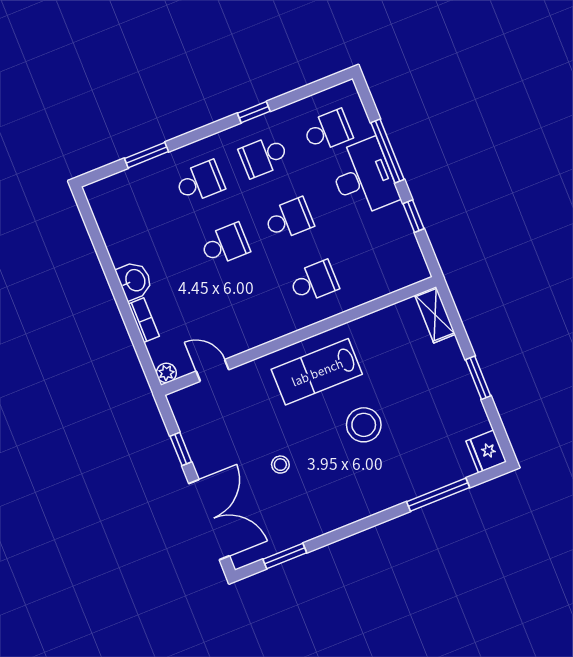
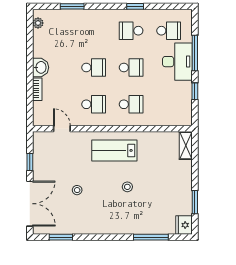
school desk: (200, 182) -> (94, 104), moved
plant: (166, 373) -> (38, 23), moved
window: (478, 378) -> (195, 202), moved
stool: (364, 425) -> (127, 187), width x0.53, depth x0.53

